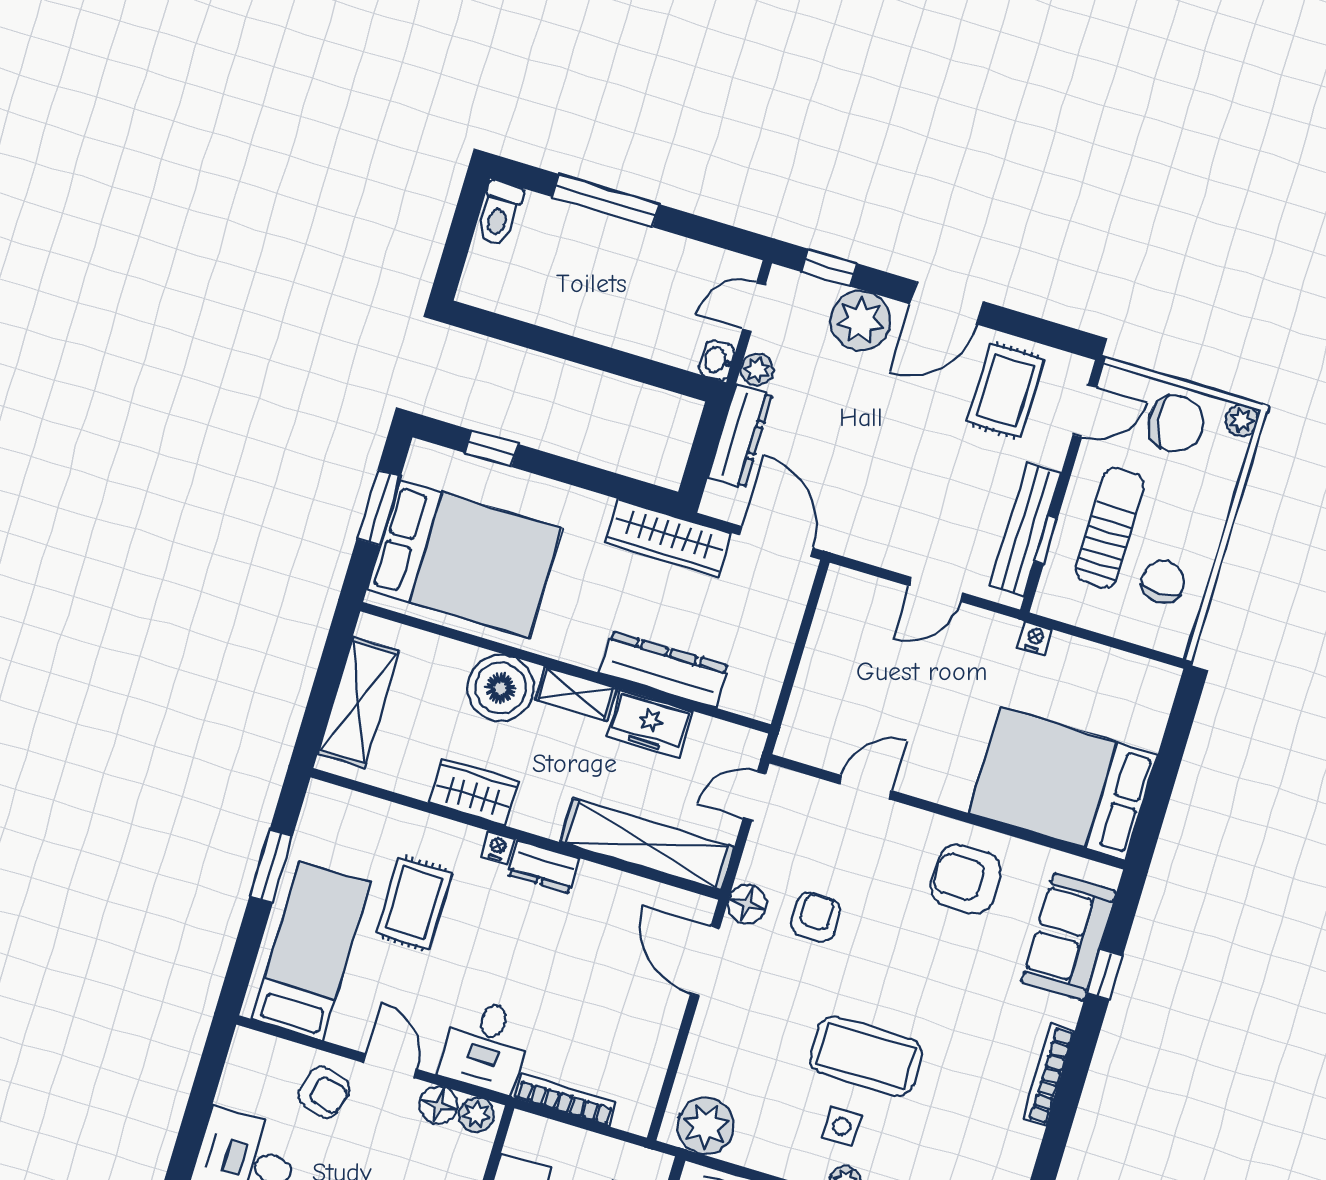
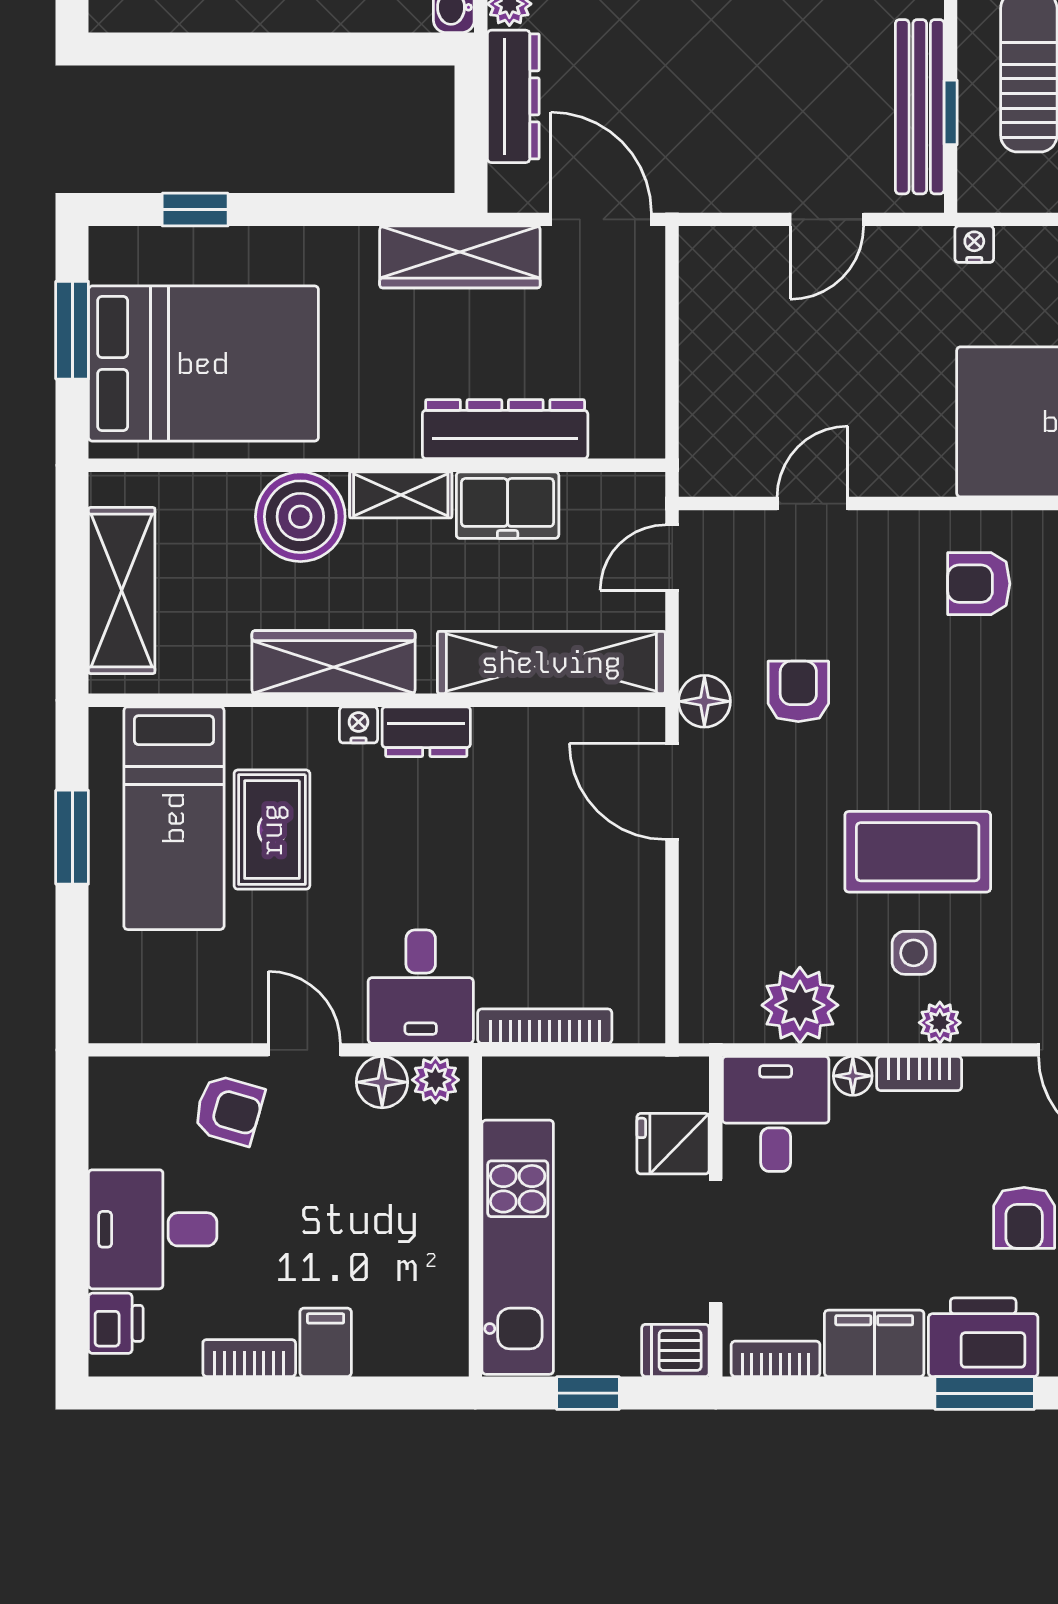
wardrobe: (474, 792) -> (334, 662), width x1.50
armchair: (966, 879) -> (979, 584), width x0.72, depth x0.72
bed: (311, 951) -> (174, 818), moved, turned 180
plant: (706, 1126) -> (800, 1005), moved

